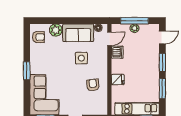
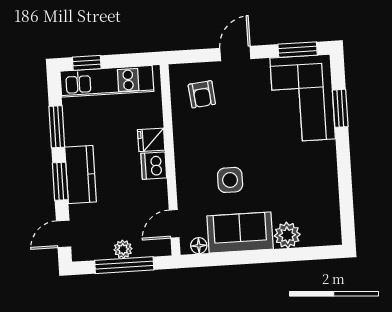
armchair: (38, 37) -> (323, 218), removed
dishwasher: (117, 52) -> (154, 166), moved
kitchen counter: (152, 65) -> (81, 174), added
window: (27, 71) -> (340, 108), moved
armchair: (93, 85) -> (202, 94), moved

